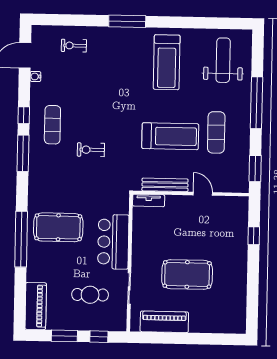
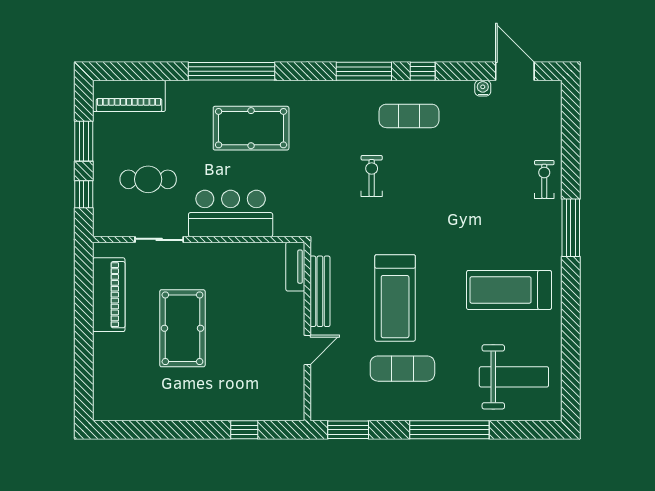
exercise bike: (74, 46) -> (544, 179), moved
pool table: (58, 227) -> (251, 128), turned 90
cafe table: (90, 295) -> (148, 179), turned 90

